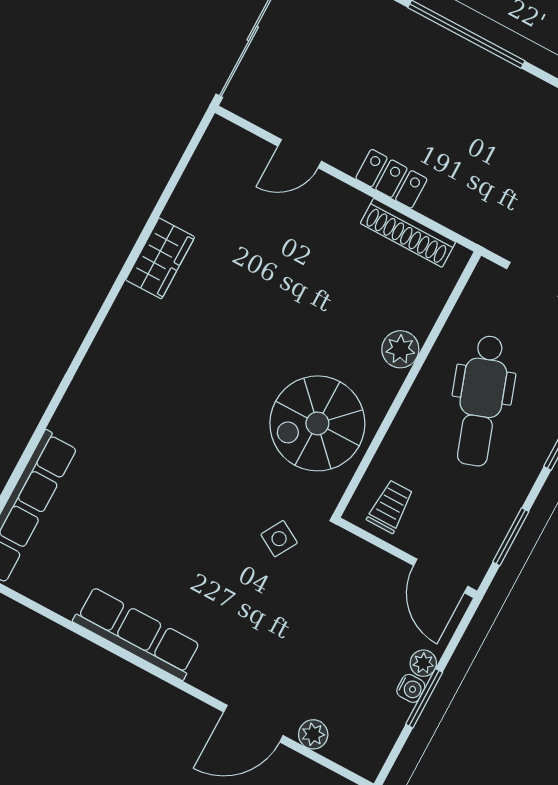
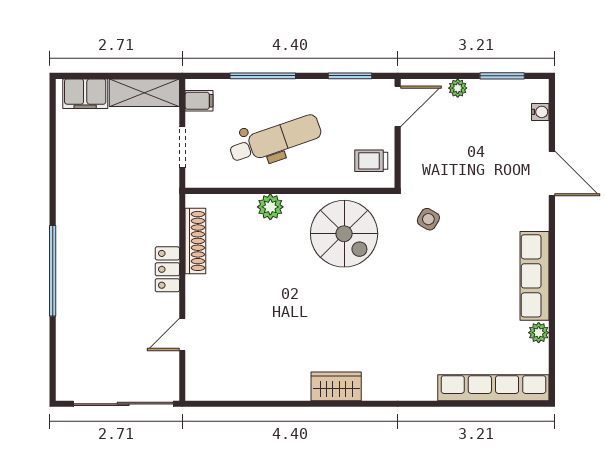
door: (300, 154) -> (182, 335), swing flipped
wardrobe: (160, 258) -> (336, 386), moved
water cooler: (411, 688) -> (540, 112), moved, turned 90
window: (424, 698) -> (502, 76), moved
plant: (313, 734) -> (539, 333), moved

